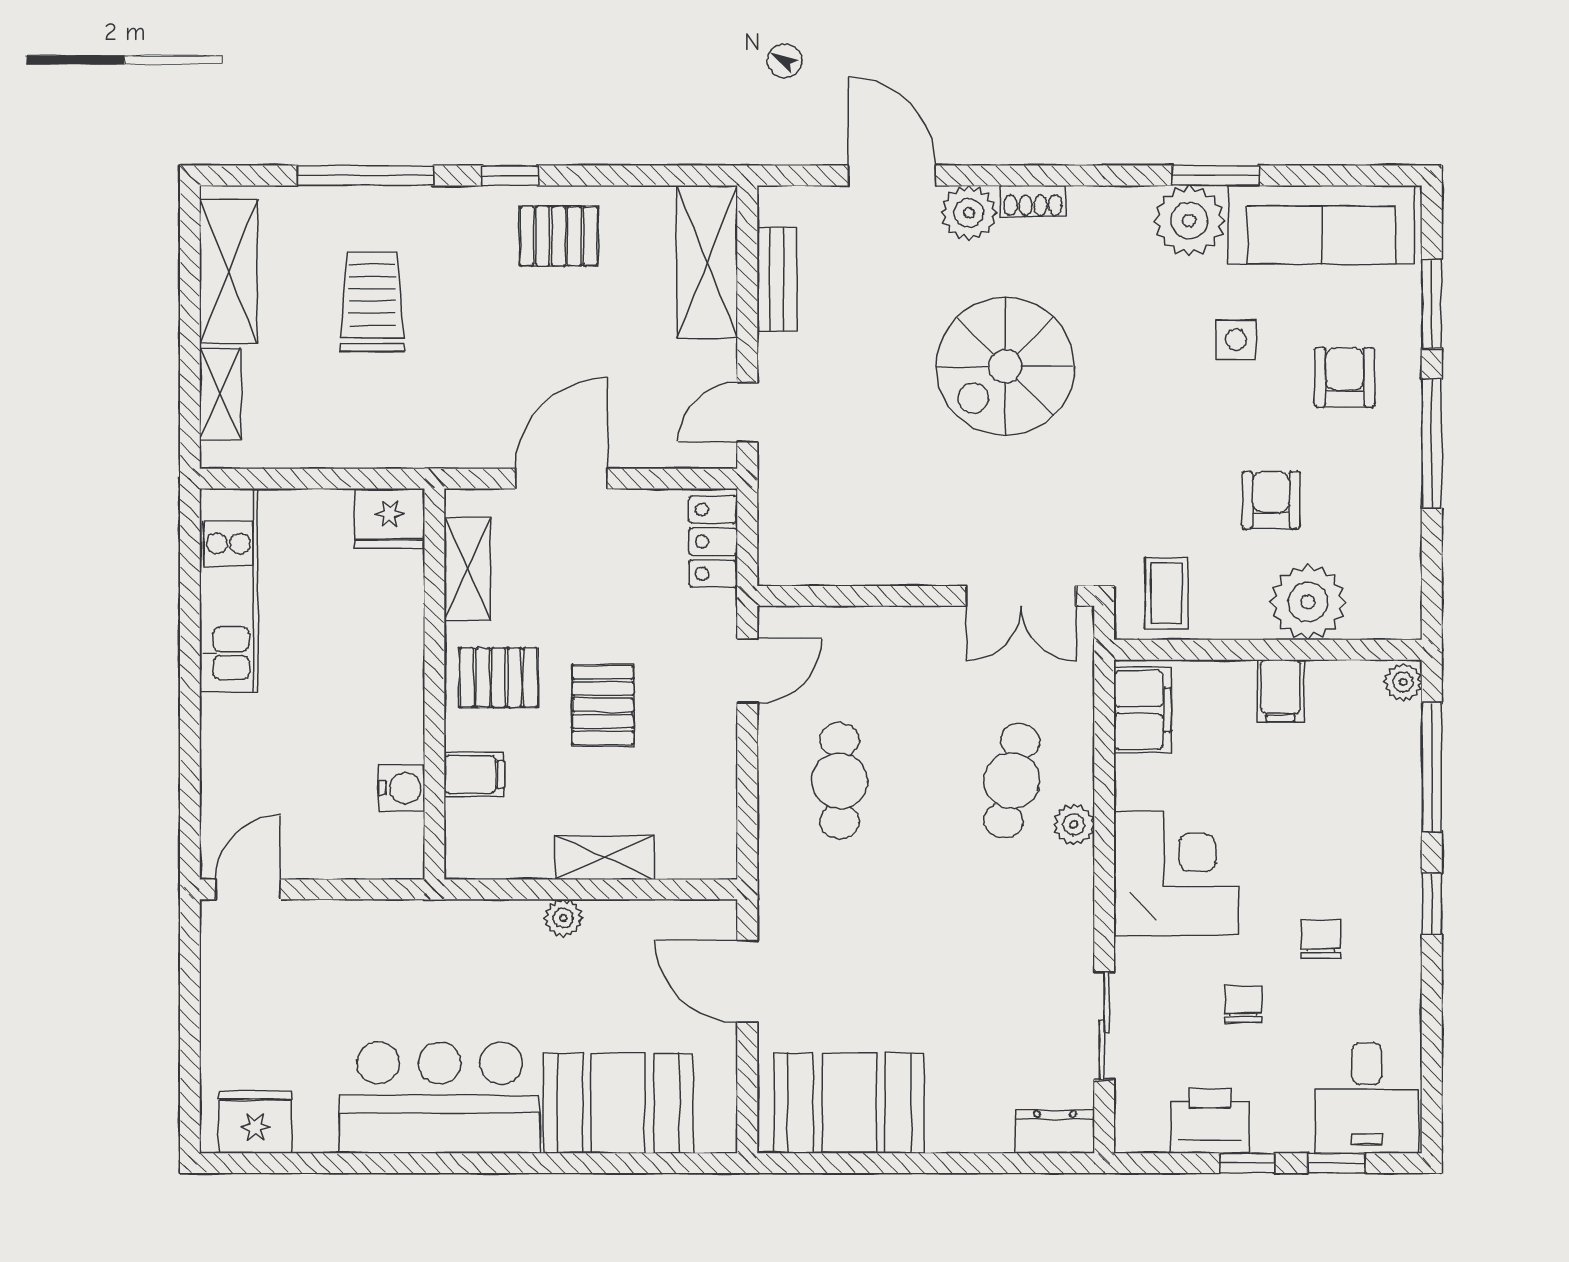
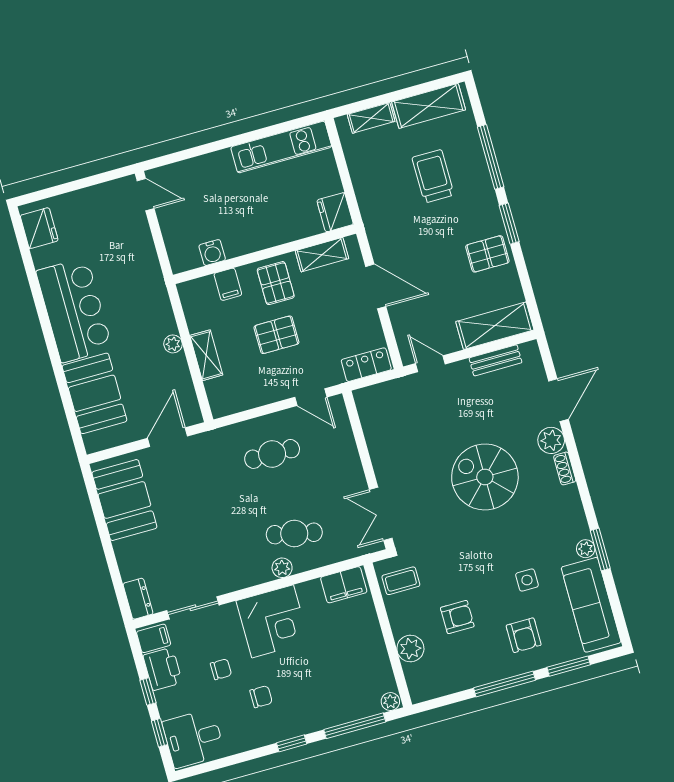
window: (510, 175) -> (509, 224), width x1.50
plant: (1189, 221) -> (586, 549), width x0.53, depth x0.53
pallet: (559, 236) -> (487, 254), turned 90
trolley: (372, 302) -> (433, 176), turned -90
armchair: (1345, 377) -> (524, 635), turned 90
plant: (1308, 602) -> (410, 649), width x0.73, depth x0.73
filing cabinet: (1281, 691) -> (154, 638), moved, turned 180

